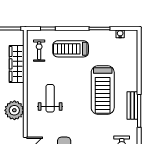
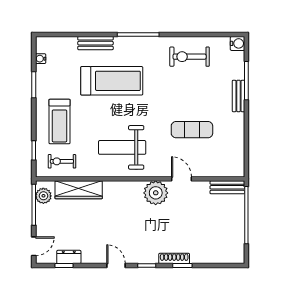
plant: (12, 36) -> (43, 196), added
weight bench: (50, 98) -> (122, 147), width x1.36, depth x1.33
bench: (132, 106) -> (95, 43), moved
plant: (14, 110) -> (156, 193), moved

